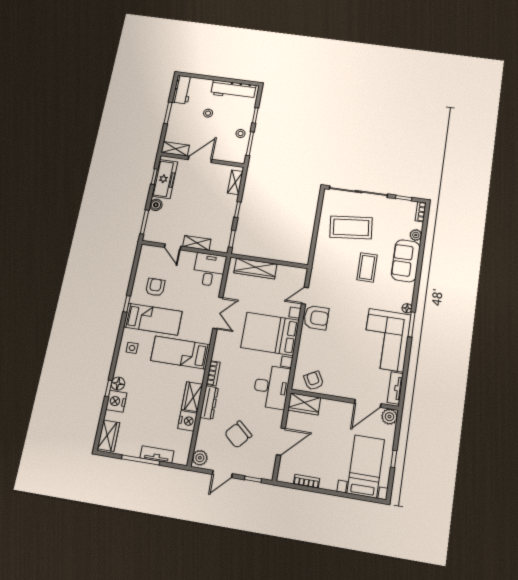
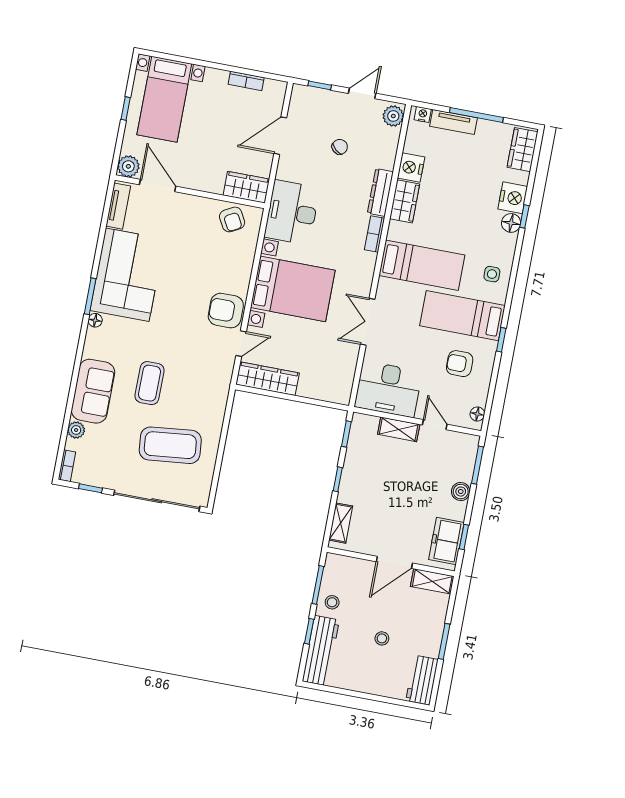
workbench: (233, 90) -> (321, 651), moved, turned 90
freezer: (165, 179) -> (446, 541), width x0.71
floor lamp: (144, 255) -> (477, 414), added
wardrobe: (255, 268) -> (268, 379), moved
desk: (209, 270) -> (388, 389), width x1.37
armchair: (155, 287) -> (460, 364), turned 90
door: (368, 403) -> (158, 186), hinge flipped
chair: (238, 434) -> (340, 147), width x0.54, depth x0.54
nightstand: (179, 459) -> (423, 114), added

